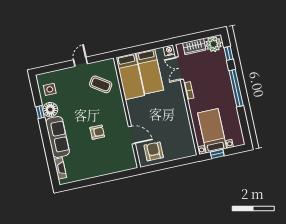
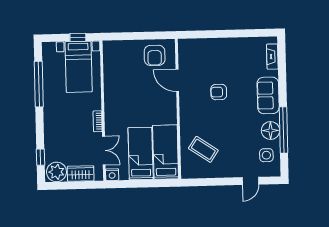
door: (80, 62) -> (250, 181), moved
window: (236, 88) -> (39, 84), moved
window: (40, 112) -> (283, 130), width x3.17
sofa: (58, 137) -> (268, 95), width x0.73

